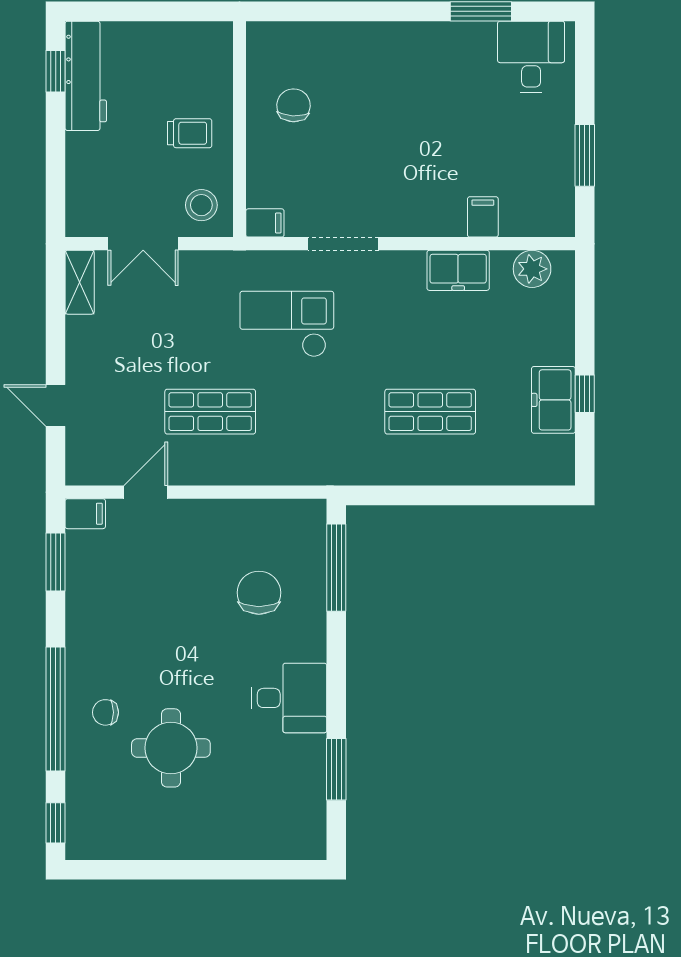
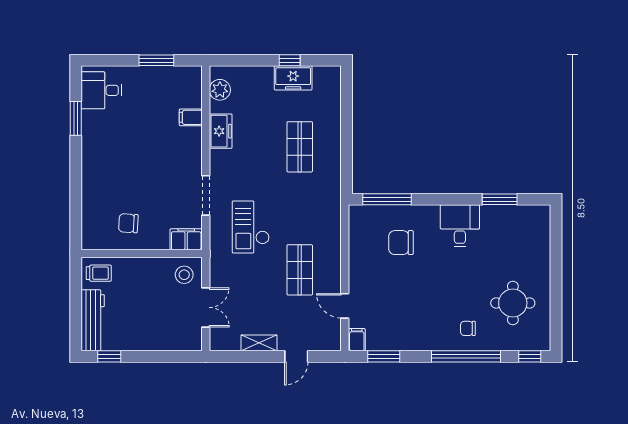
workbench: (86, 76) -> (93, 320), moved, turned 90
trolley: (190, 133) -> (99, 273), moved, turned 90
filing cabinet: (265, 223) -> (186, 239), width x2.00
shelving: (80, 282) -> (259, 343), moved
chair: (105, 712) -> (468, 328), turned 90
round table: (171, 748) -> (513, 303), moved

